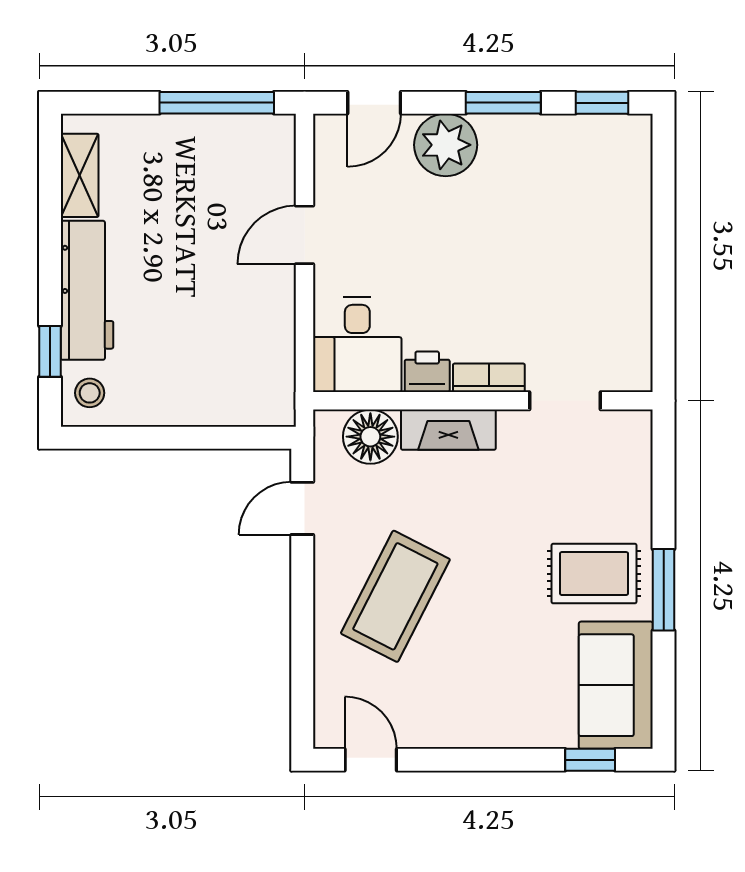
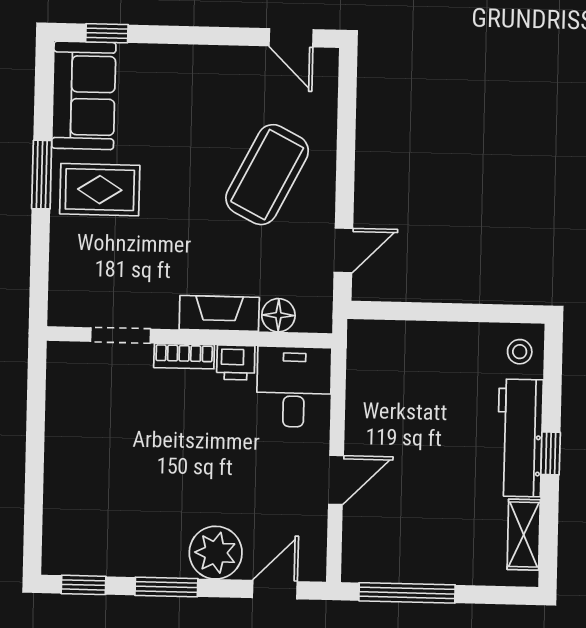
window: (50, 351) -> (551, 453), moved
floor lamp: (370, 437) -> (278, 315), width x0.73, depth x0.73

